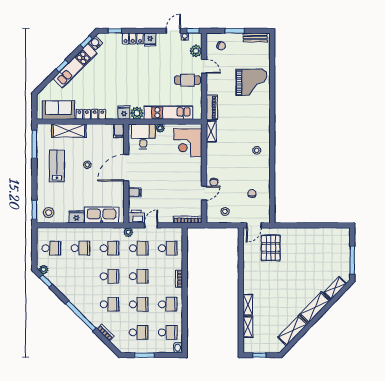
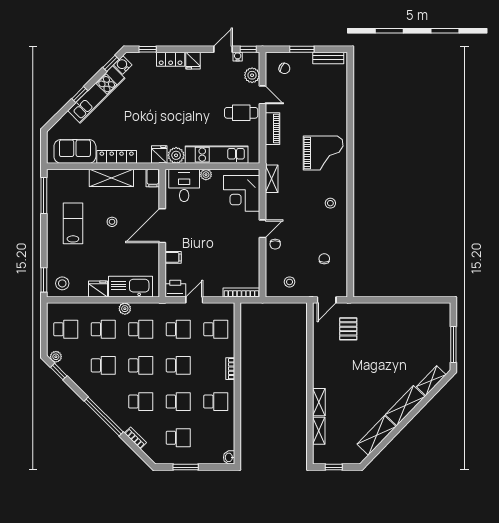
grand piano: (251, 82) -> (323, 153), moved
piano: (212, 107) -> (272, 129), moved
shelving: (69, 131) -> (111, 178), moved
door: (204, 193) -> (263, 229), moved
plant: (128, 232) -> (125, 309), moved
pallet: (271, 248) -> (348, 329), width x0.67, depth x0.71
school desk: (168, 332) -> (103, 365), moved

